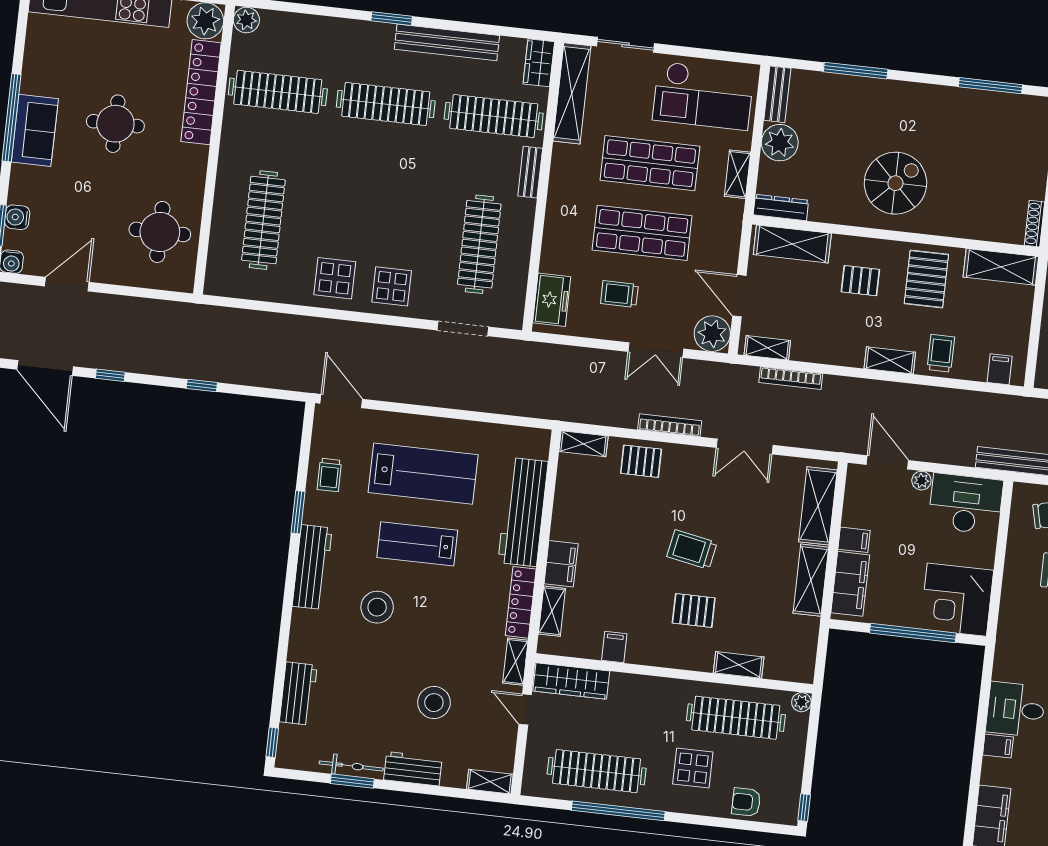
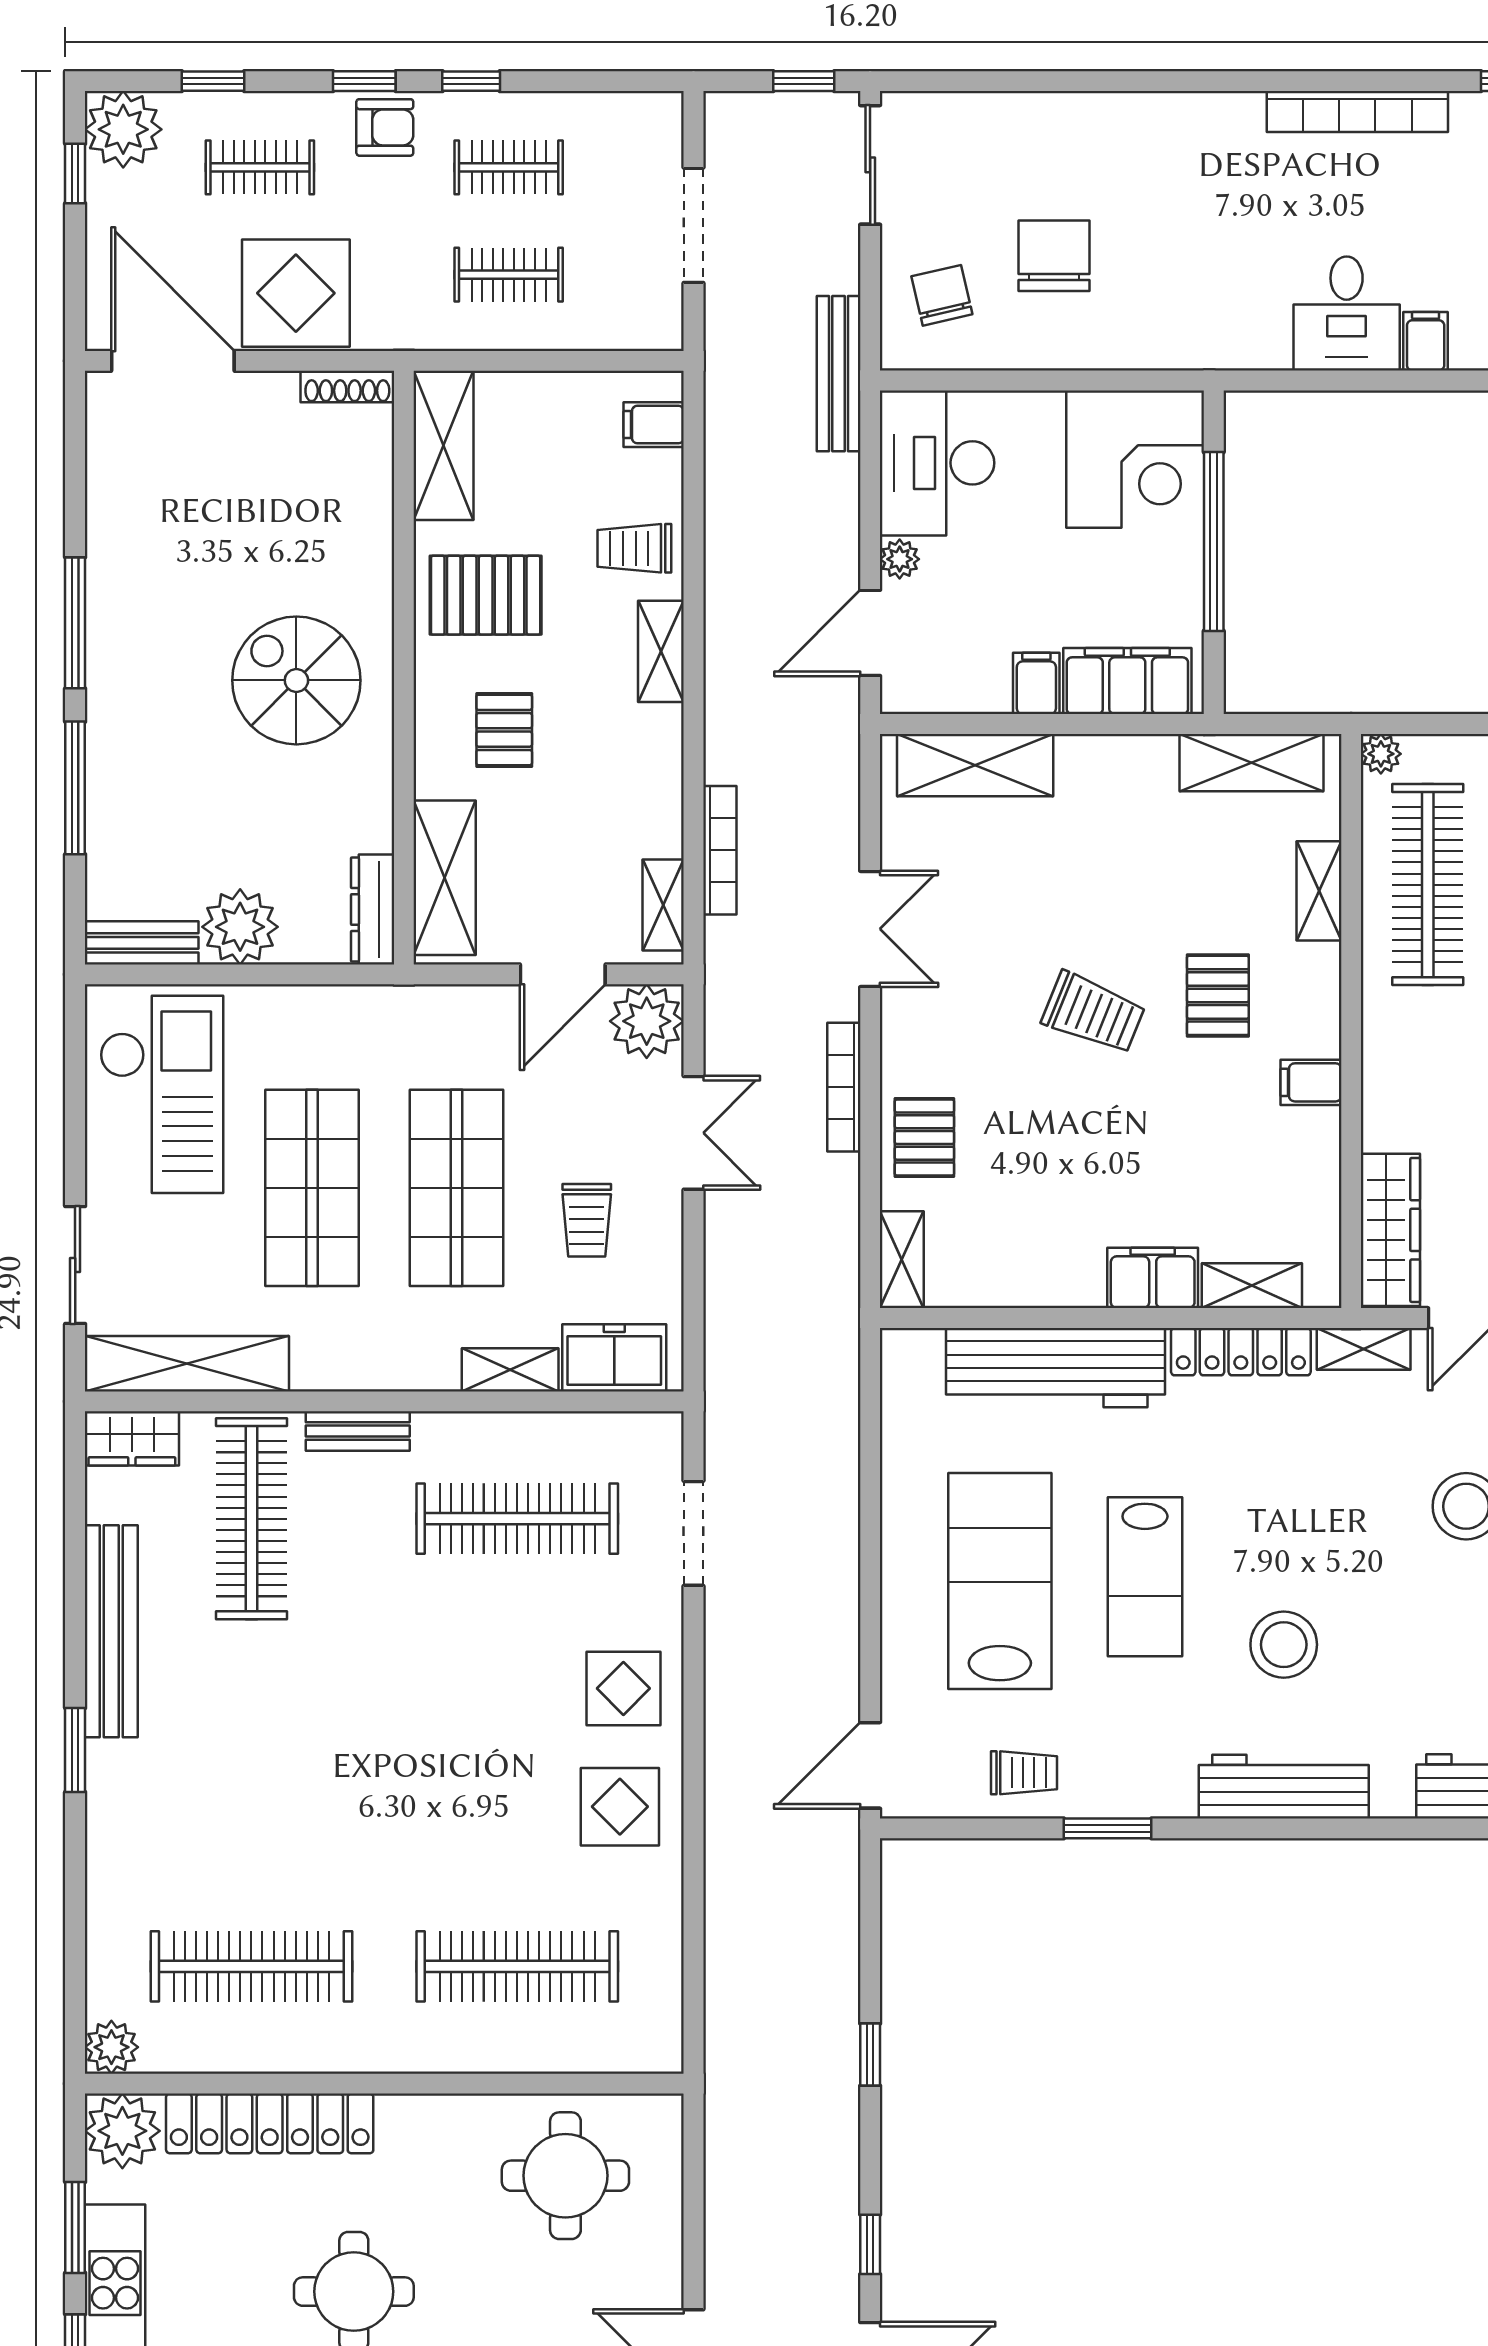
window: (990, 86) -> (75, 623), moved
clothes rail: (278, 92) -> (251, 1966), turned 90
clothes rail: (386, 104) -> (251, 1742), removed
shelving: (738, 174) -> (510, 1370), moved
trolley: (692, 550) -> (1093, 1013), turned -79
workbench: (312, 567) -> (1284, 1787), moved
shelving: (811, 580) -> (1251, 763), moved
filing cabinet: (614, 647) -> (1311, 1082), moved

